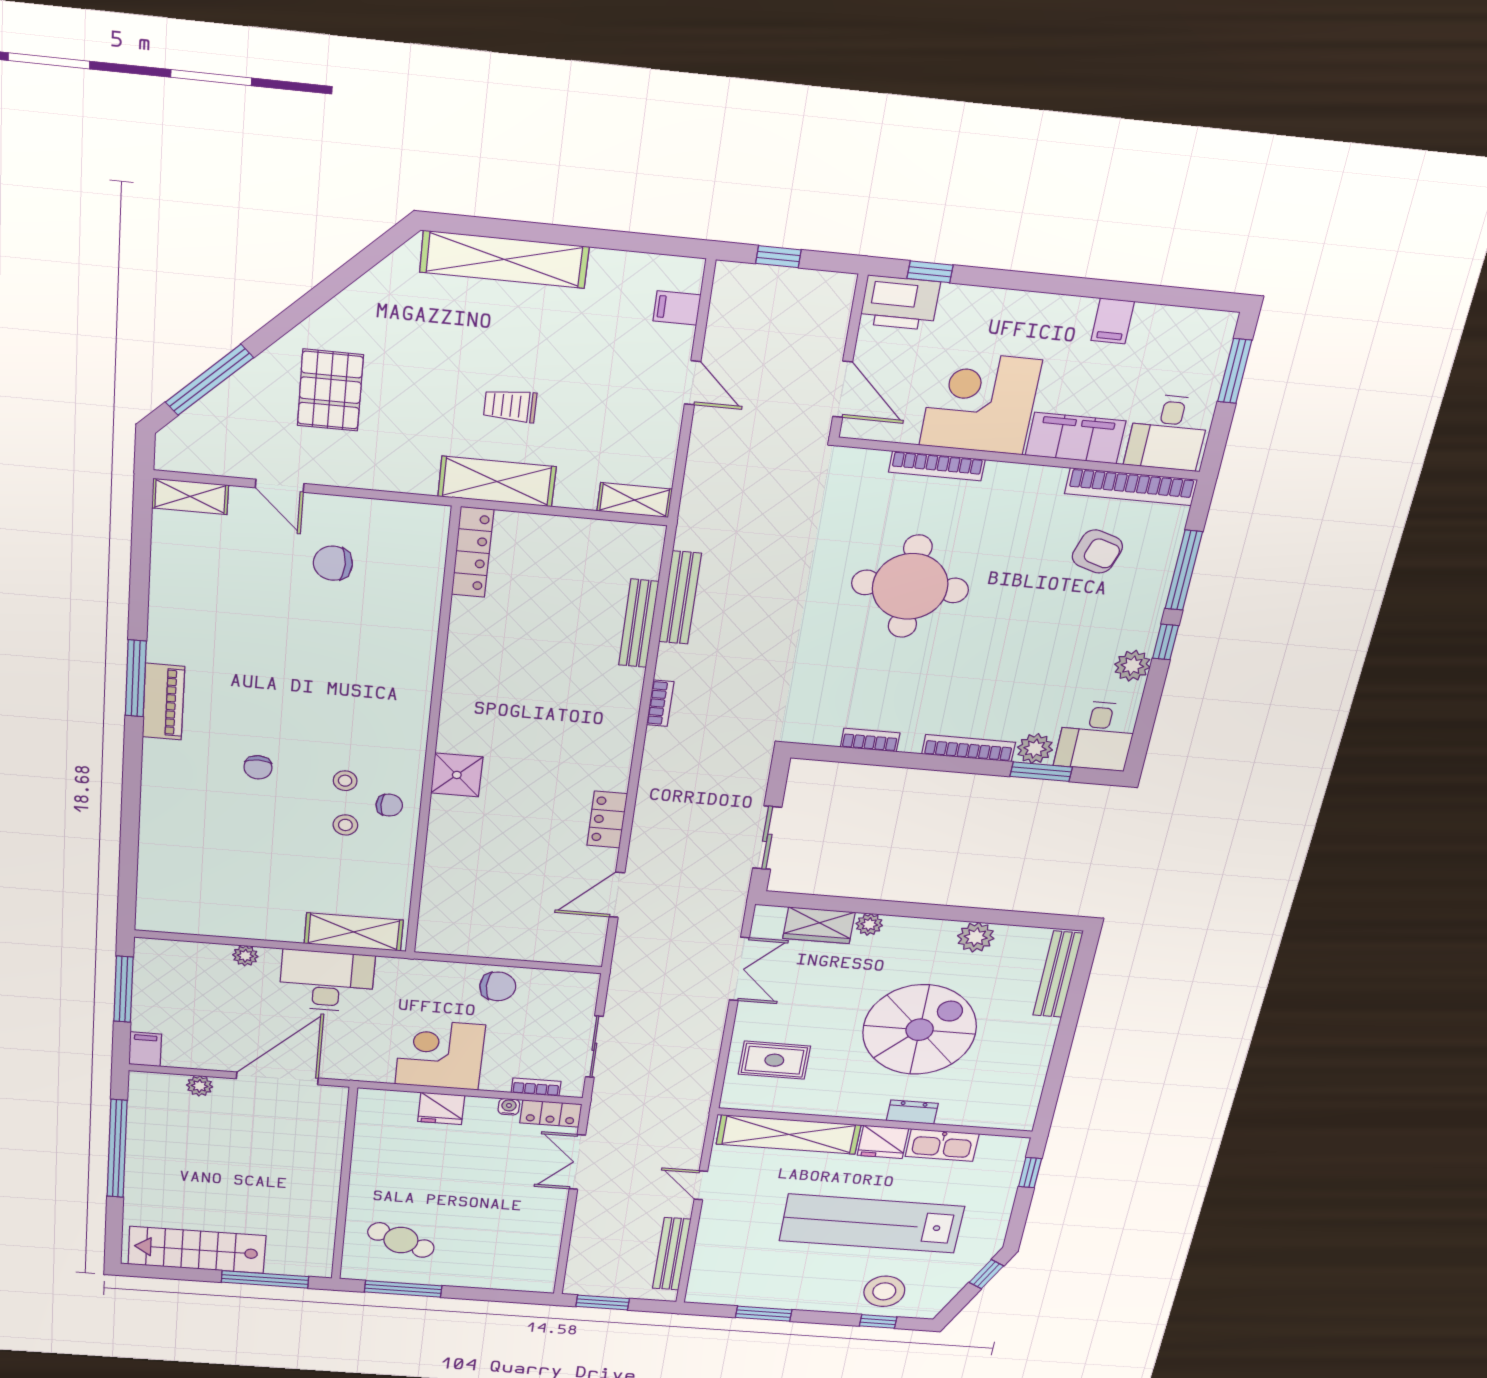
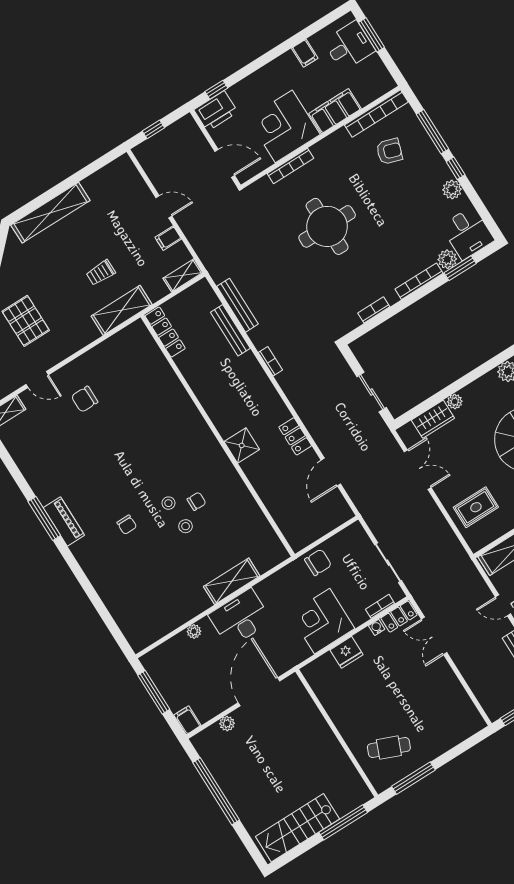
filing cabinet: (677, 308) -> (168, 238), moved
desk: (1168, 432) -> (349, 46), moved, turned -90
locker: (473, 552) -> (165, 332), moved
wall: (432, 739) -> (218, 436), moved
shower: (457, 775) -> (242, 445), moved

